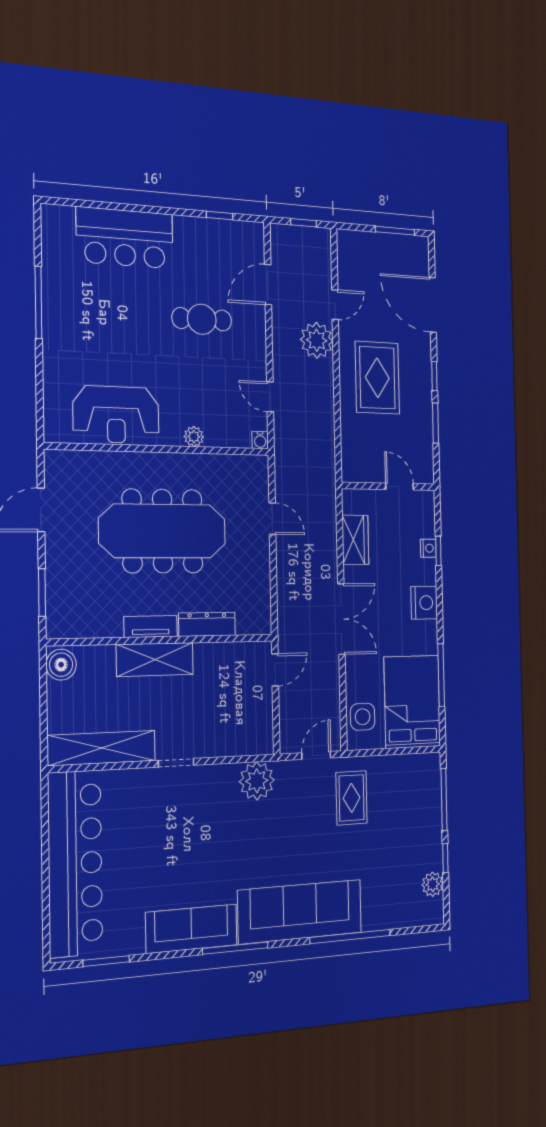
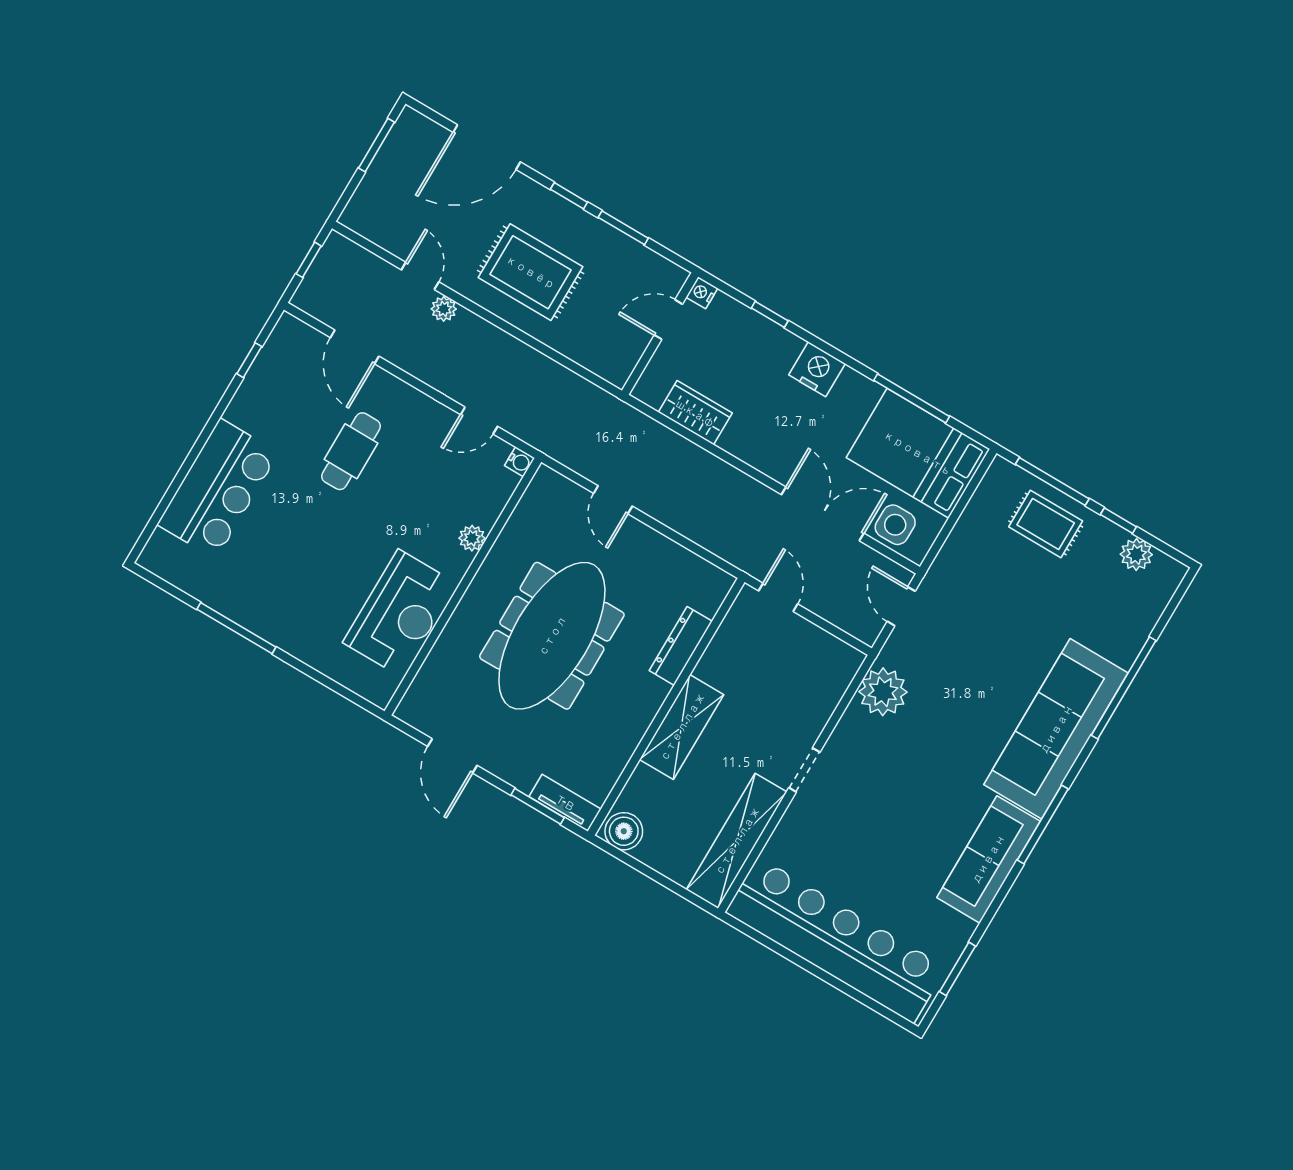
plant: (317, 340) -> (444, 309), width x0.53, depth x0.53
door: (272, 519) -> (613, 500), swing flipped
nightstand: (428, 548) -> (702, 293), moved, turned -90
double door: (341, 619) -> (823, 514), moved
tv unit: (151, 627) -> (565, 803), moved, turned 90
rug: (352, 798) -> (1046, 524), moved

